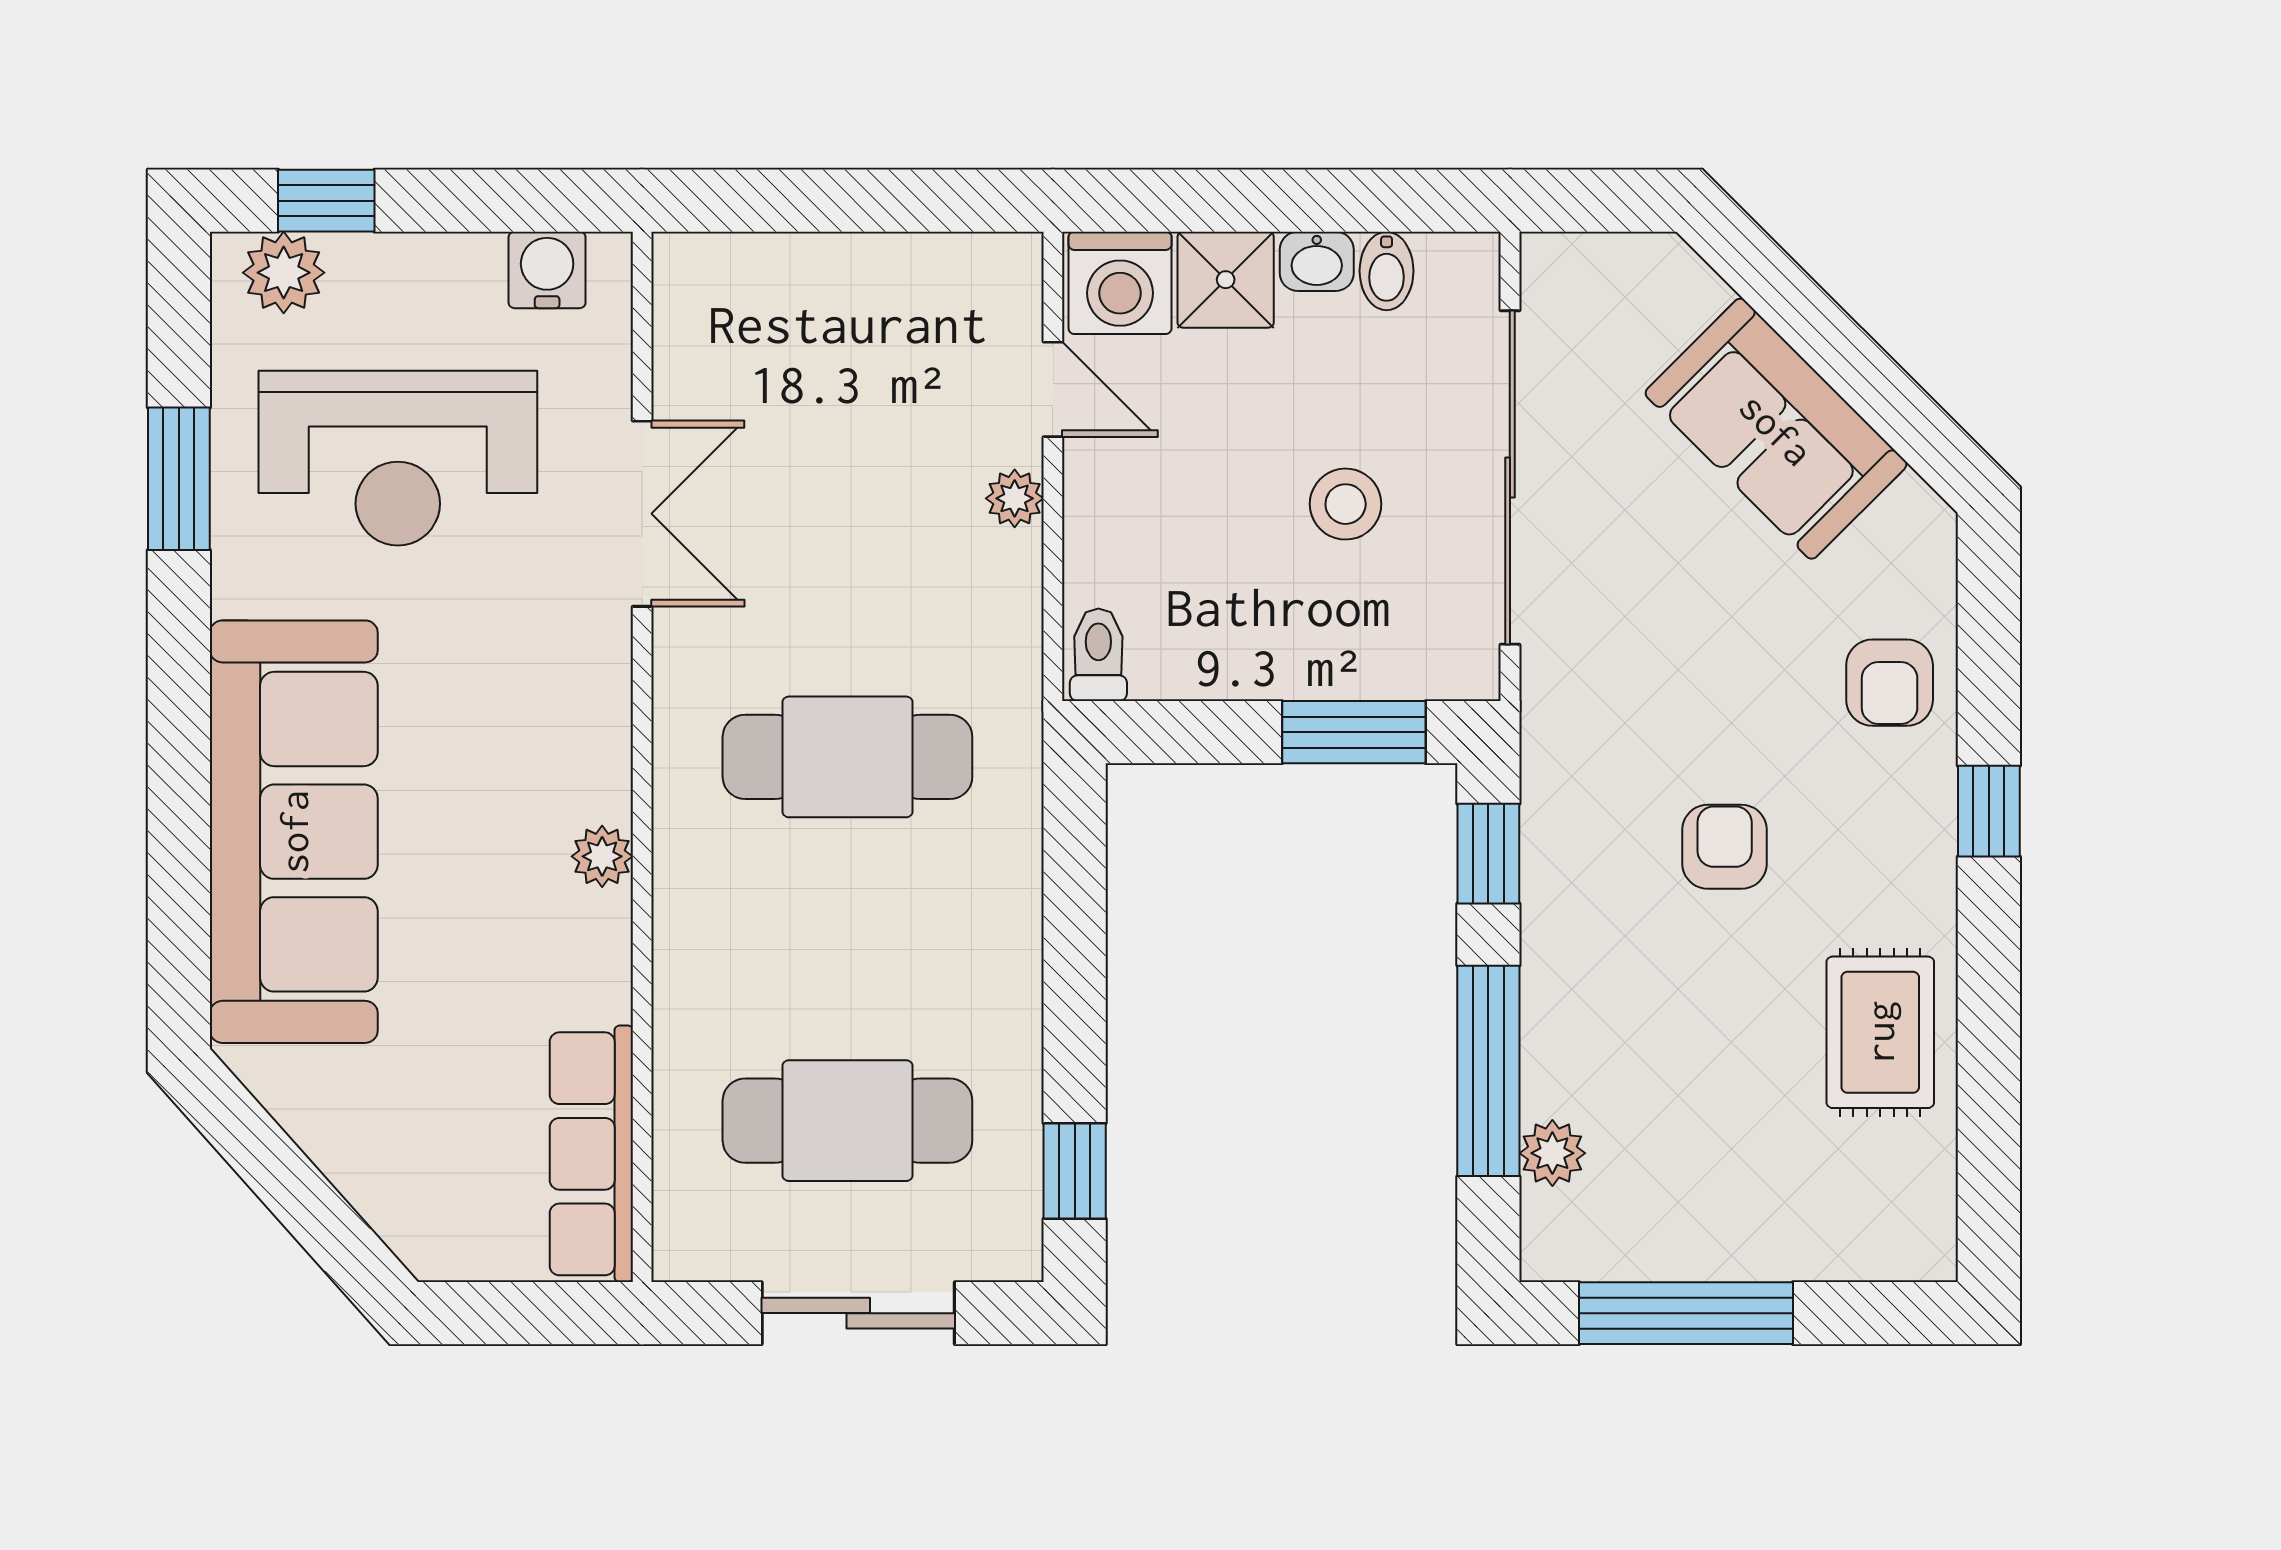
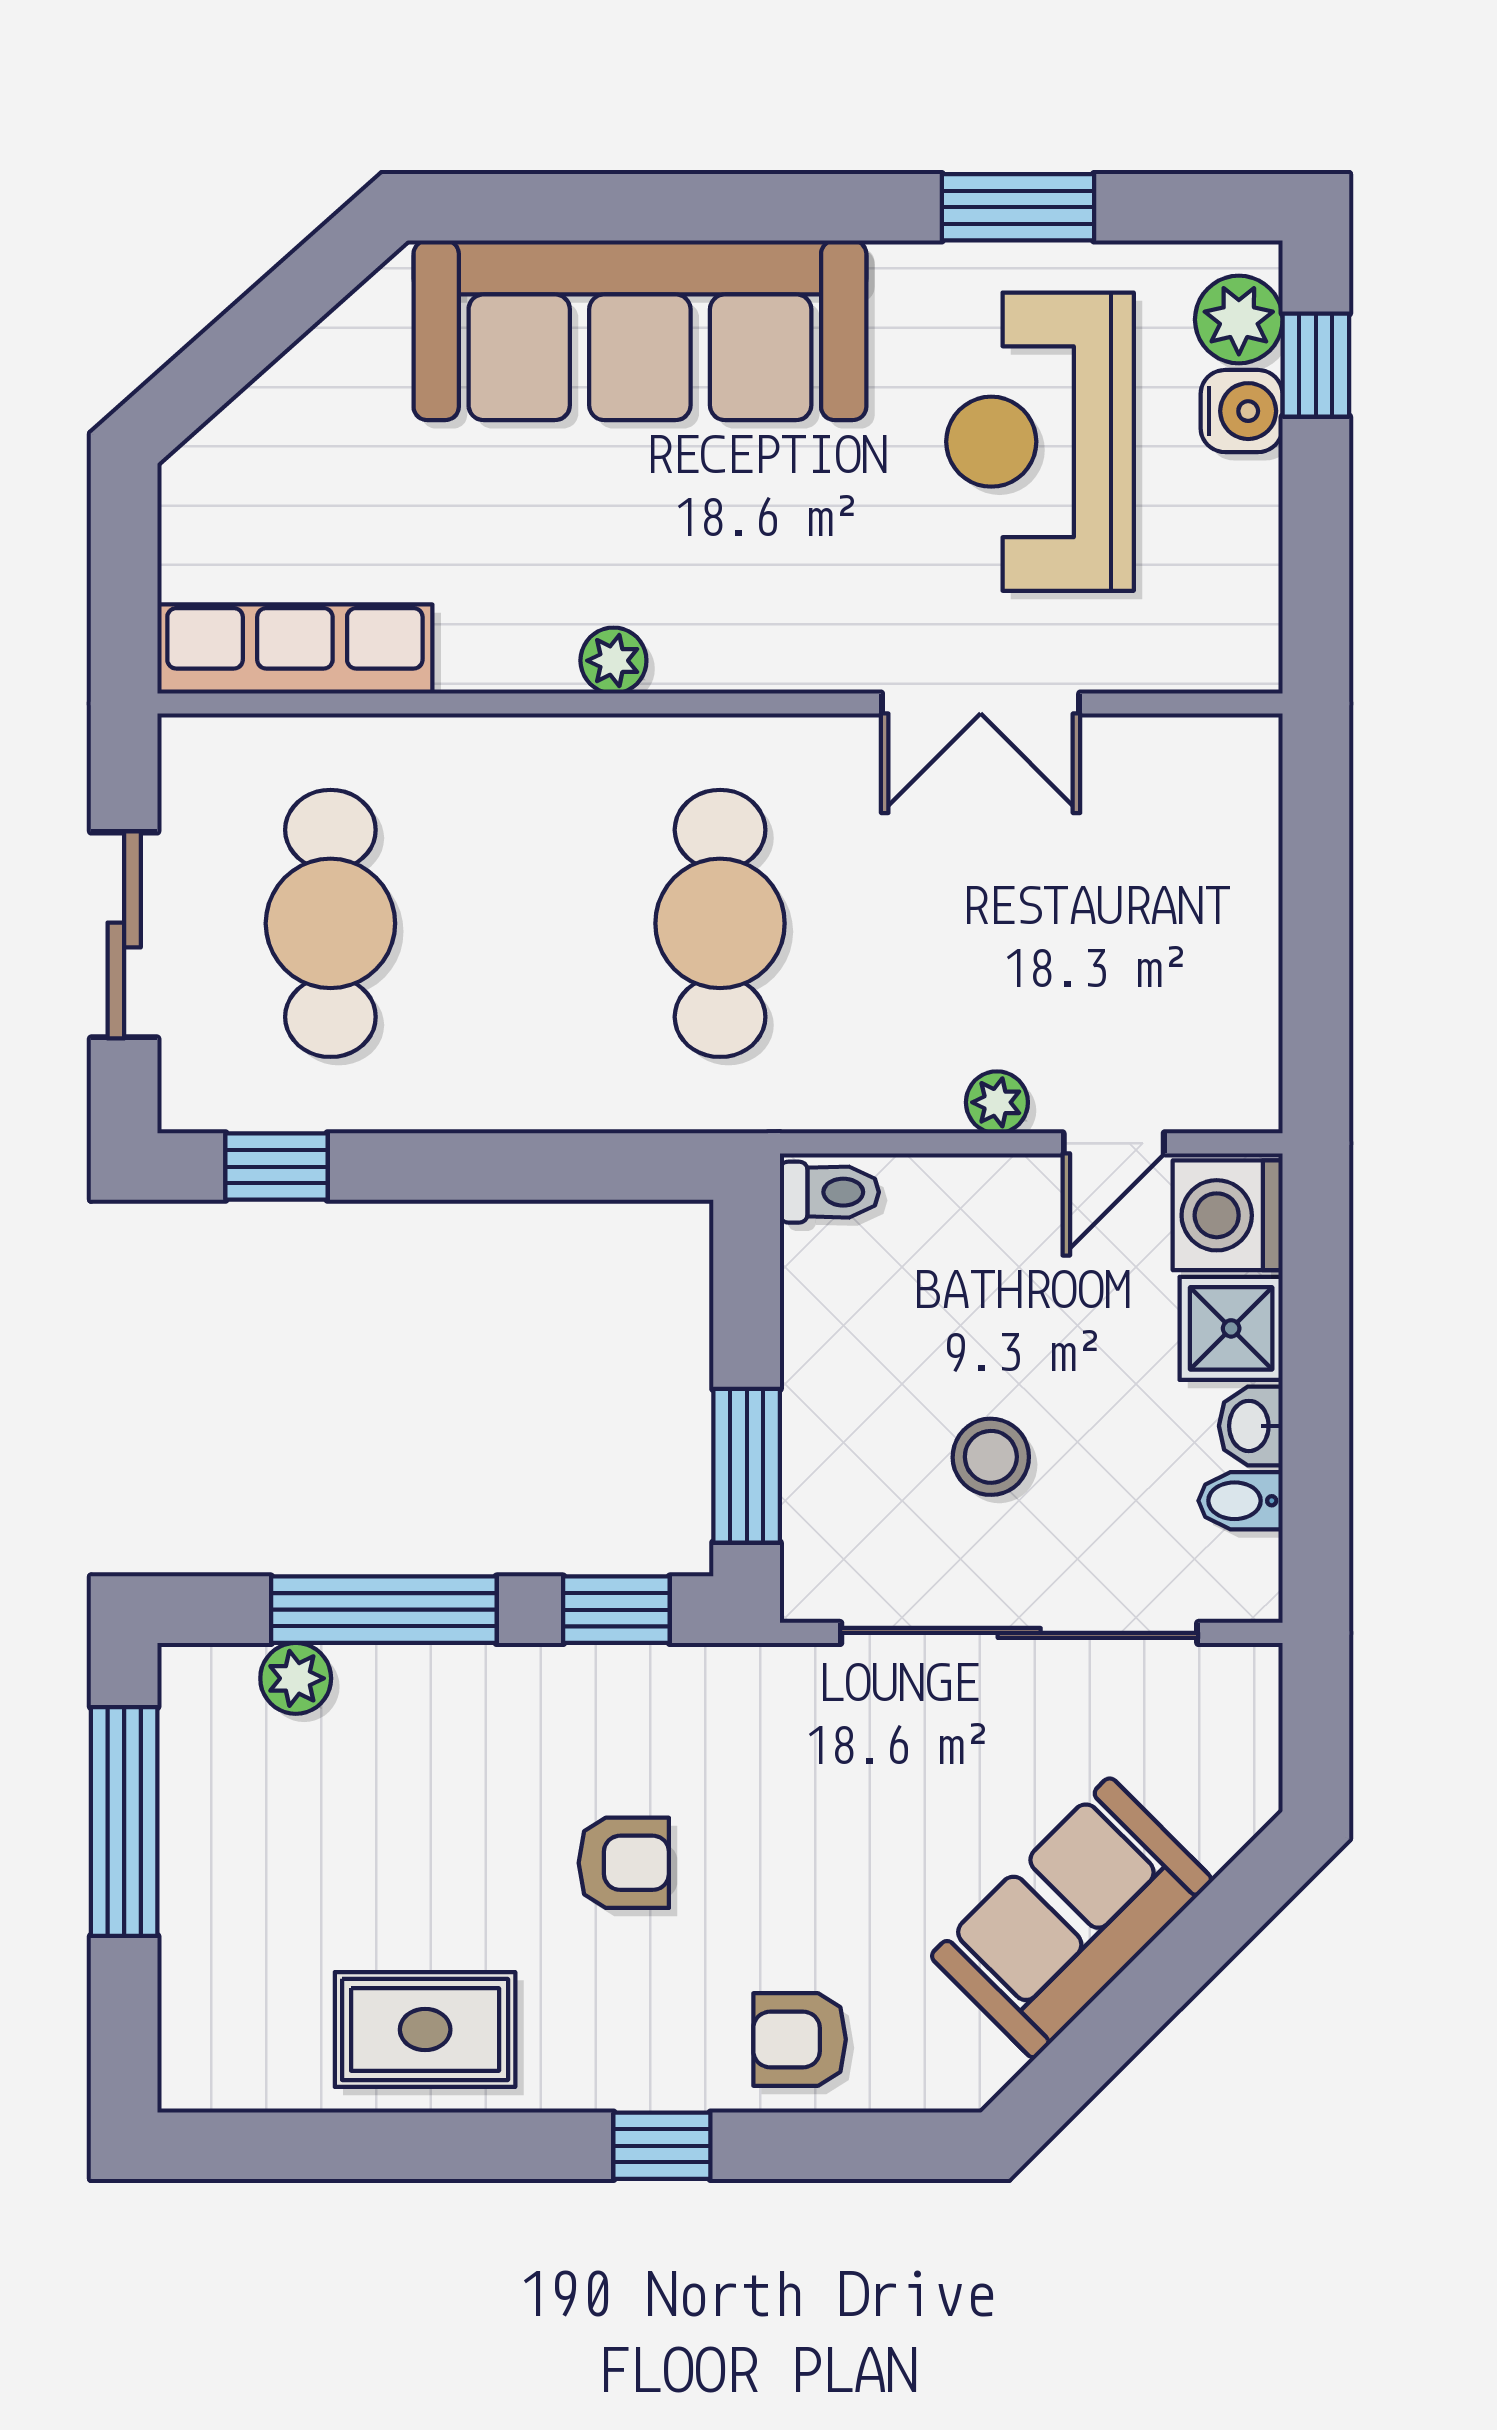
water cooler: (547, 270) -> (1242, 411), moved

